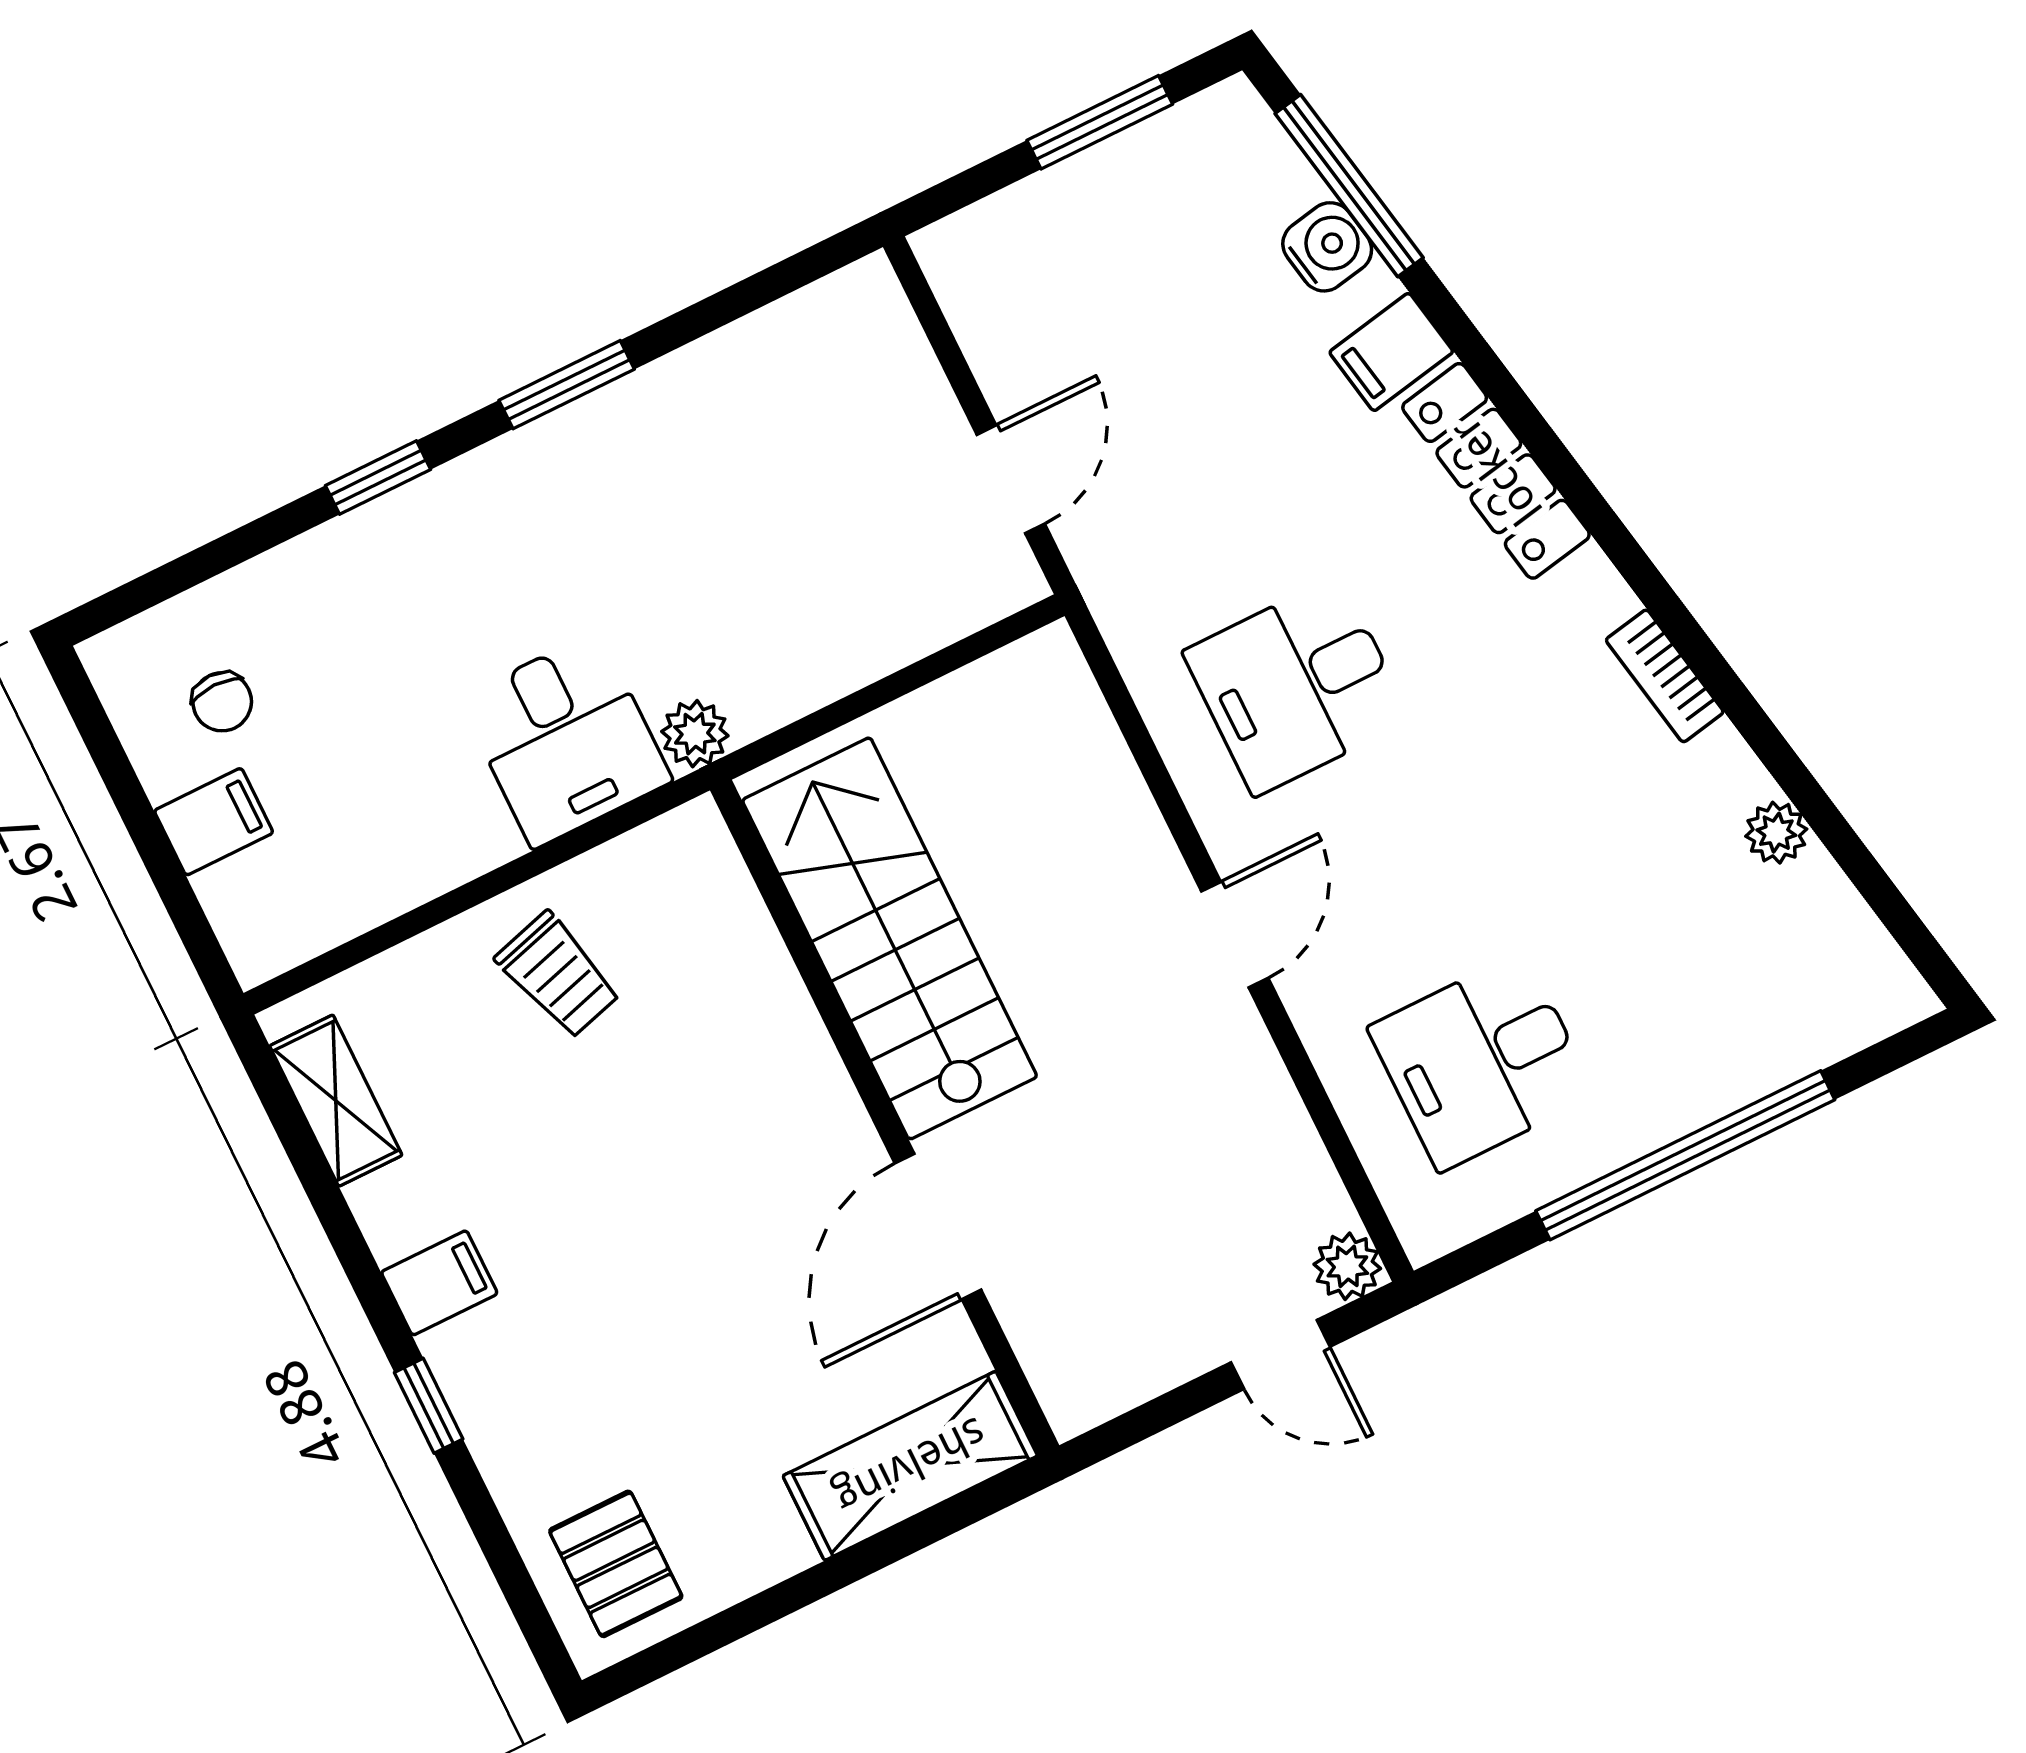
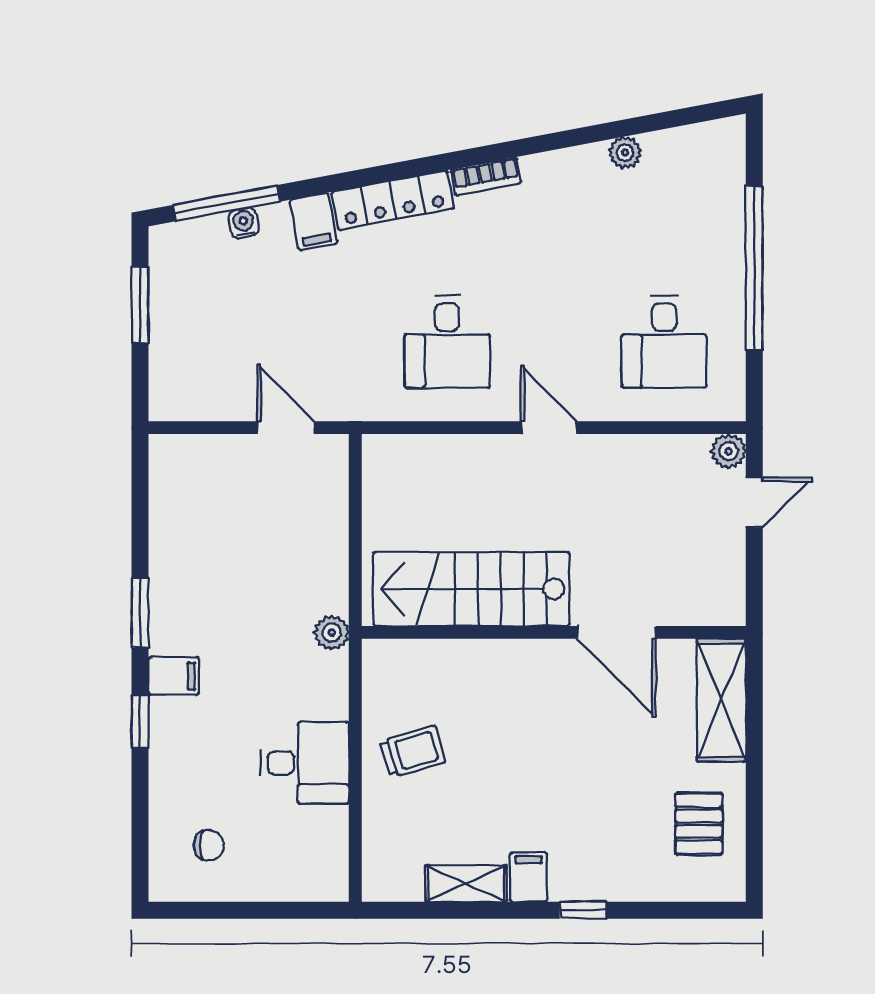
water cooler: (1327, 247) -> (244, 223), width x0.72, depth x0.72
bookcase: (1665, 676) -> (486, 176), moved
desk: (565, 740) -> (305, 763), moved
filing cabinet: (214, 822) -> (174, 676), moved, turned 90
shelving: (336, 1101) -> (466, 884), moved
pallet: (616, 1564) -> (699, 824), moved, turned 90

